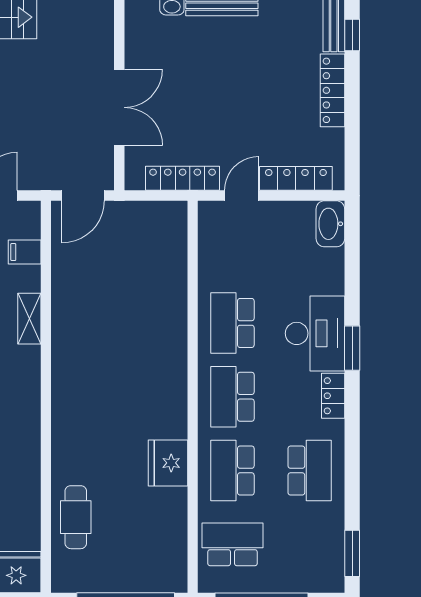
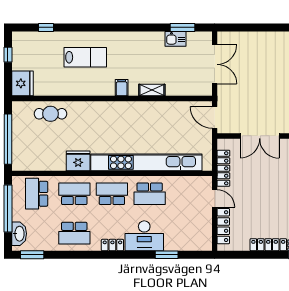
washbasin: (330, 224) -> (19, 234), moved, turned 90
filing cabinet: (25, 252) -> (122, 88), moved
school desk: (233, 323) -> (150, 194), turned 180
kitchen unit: (171, 329) -> (146, 162), added
window: (352, 348) -> (167, 255), moved
school desk: (233, 544) -> (37, 194), turned 180

